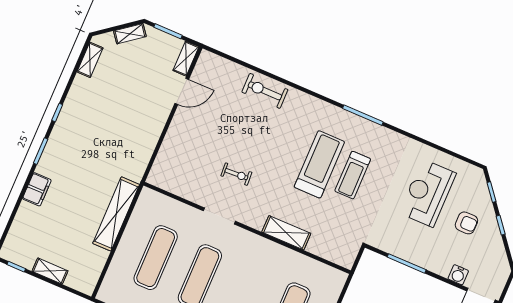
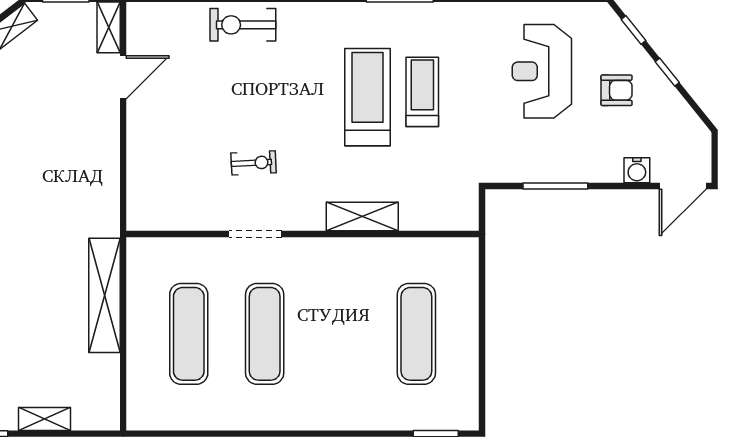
treadmill: (353, 175) -> (422, 92), turned 180

